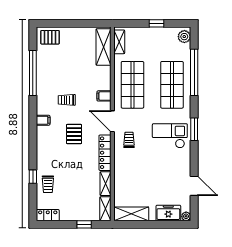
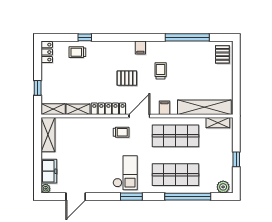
shelving: (104, 47) -> (204, 107), width x1.47

